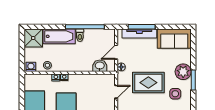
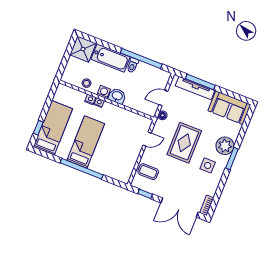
washbasin: (100, 66) -> (117, 96), moved
washing machine: (31, 67) -> (104, 92), moved
rug: (148, 83) -> (184, 143), turned 90

